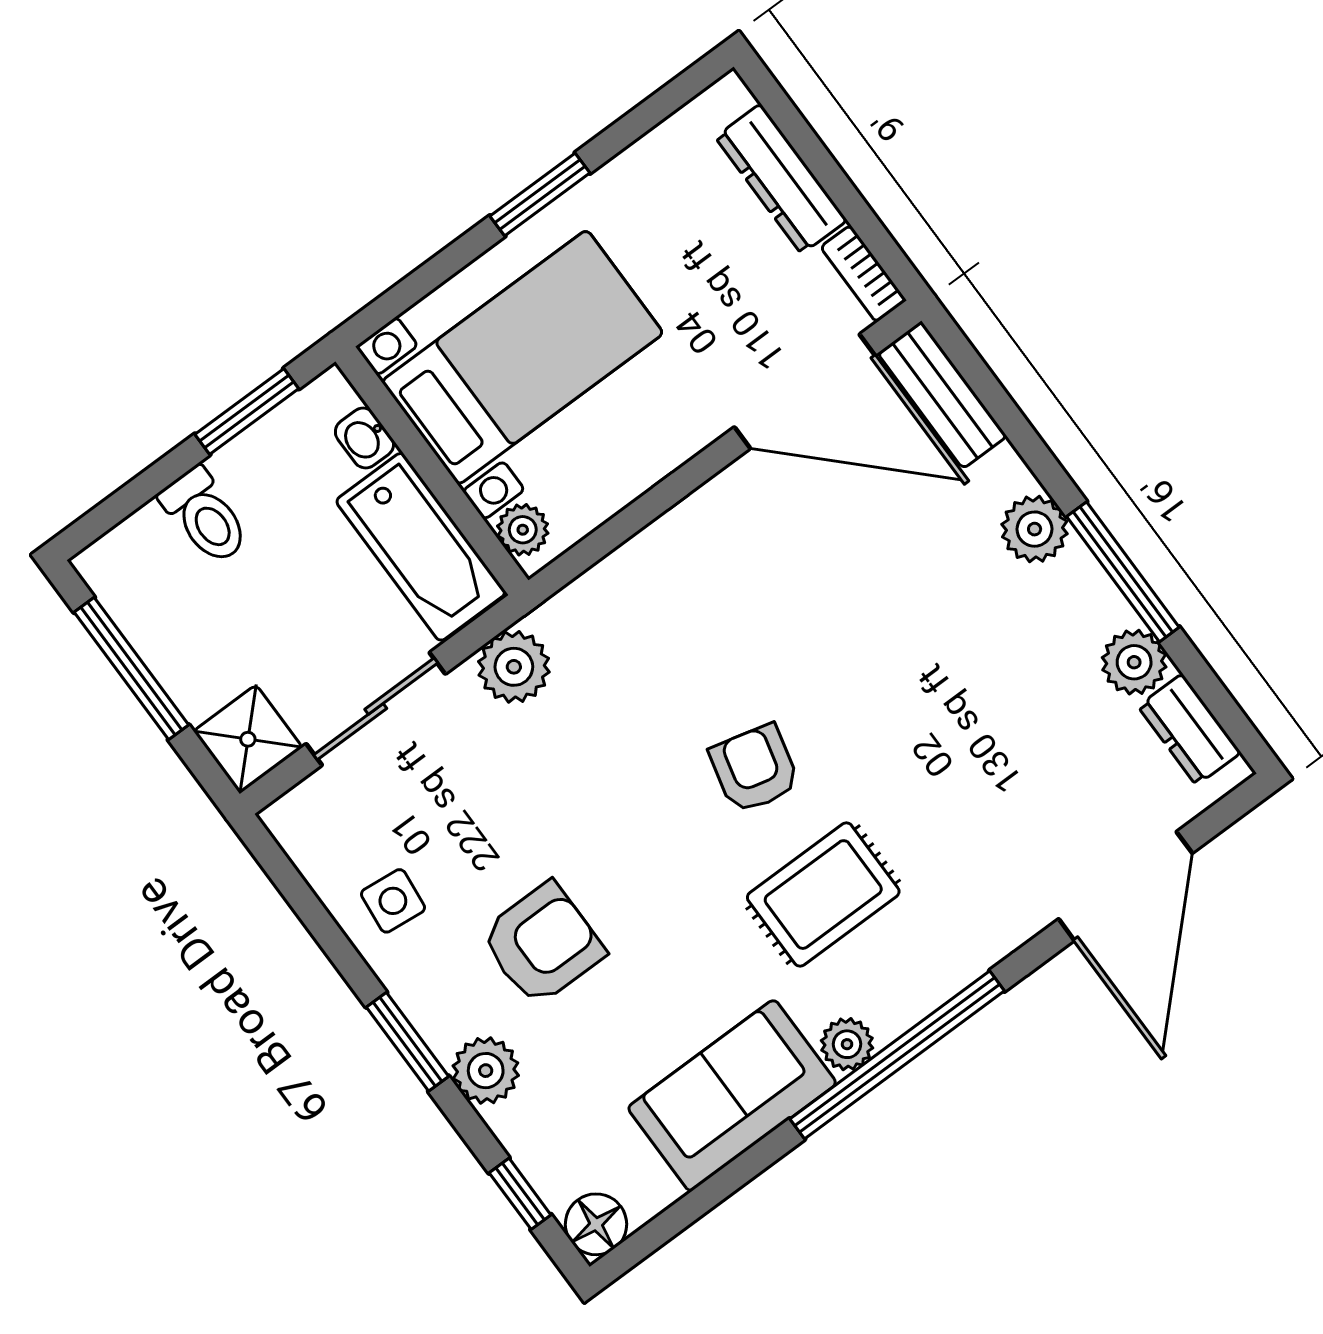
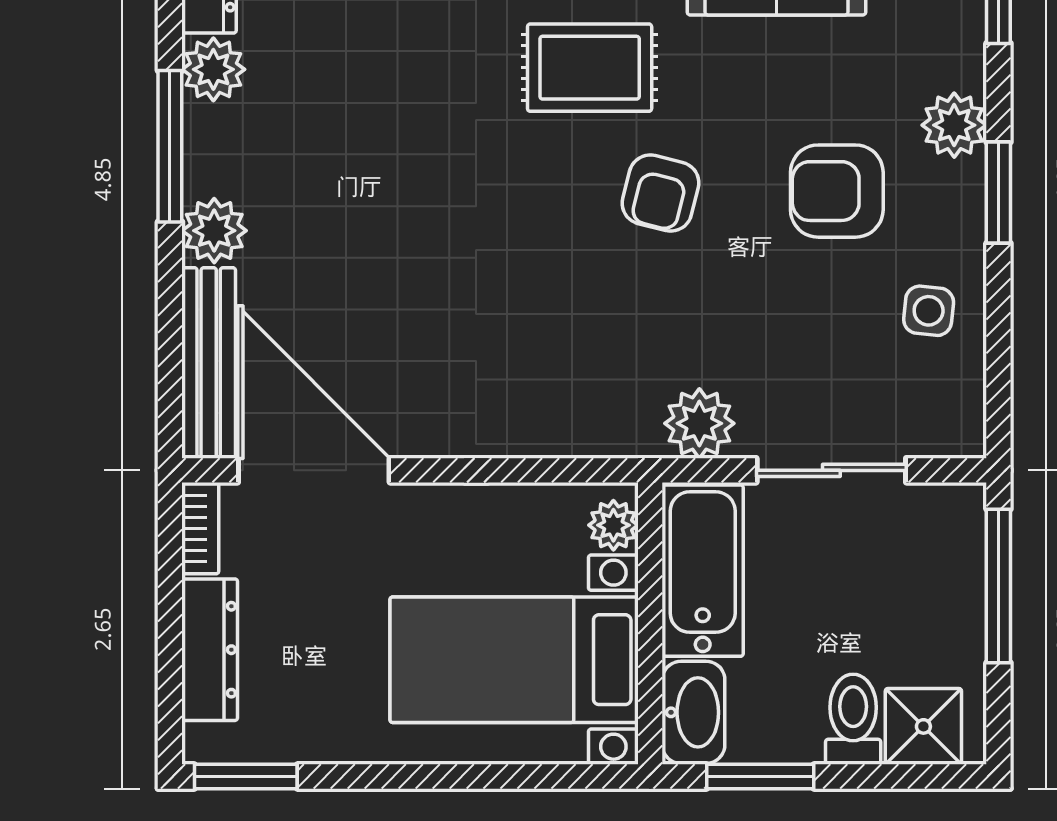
window: (540, 195) -> (246, 777), moved
bench: (942, 395) -> (209, 363), width x1.36
washbasin: (364, 438) -> (693, 712), width x1.91, depth x1.45
window: (131, 669) -> (998, 586), moved
shower: (248, 739) -> (923, 726), moved
armchair: (754, 769) -> (660, 193), moved

